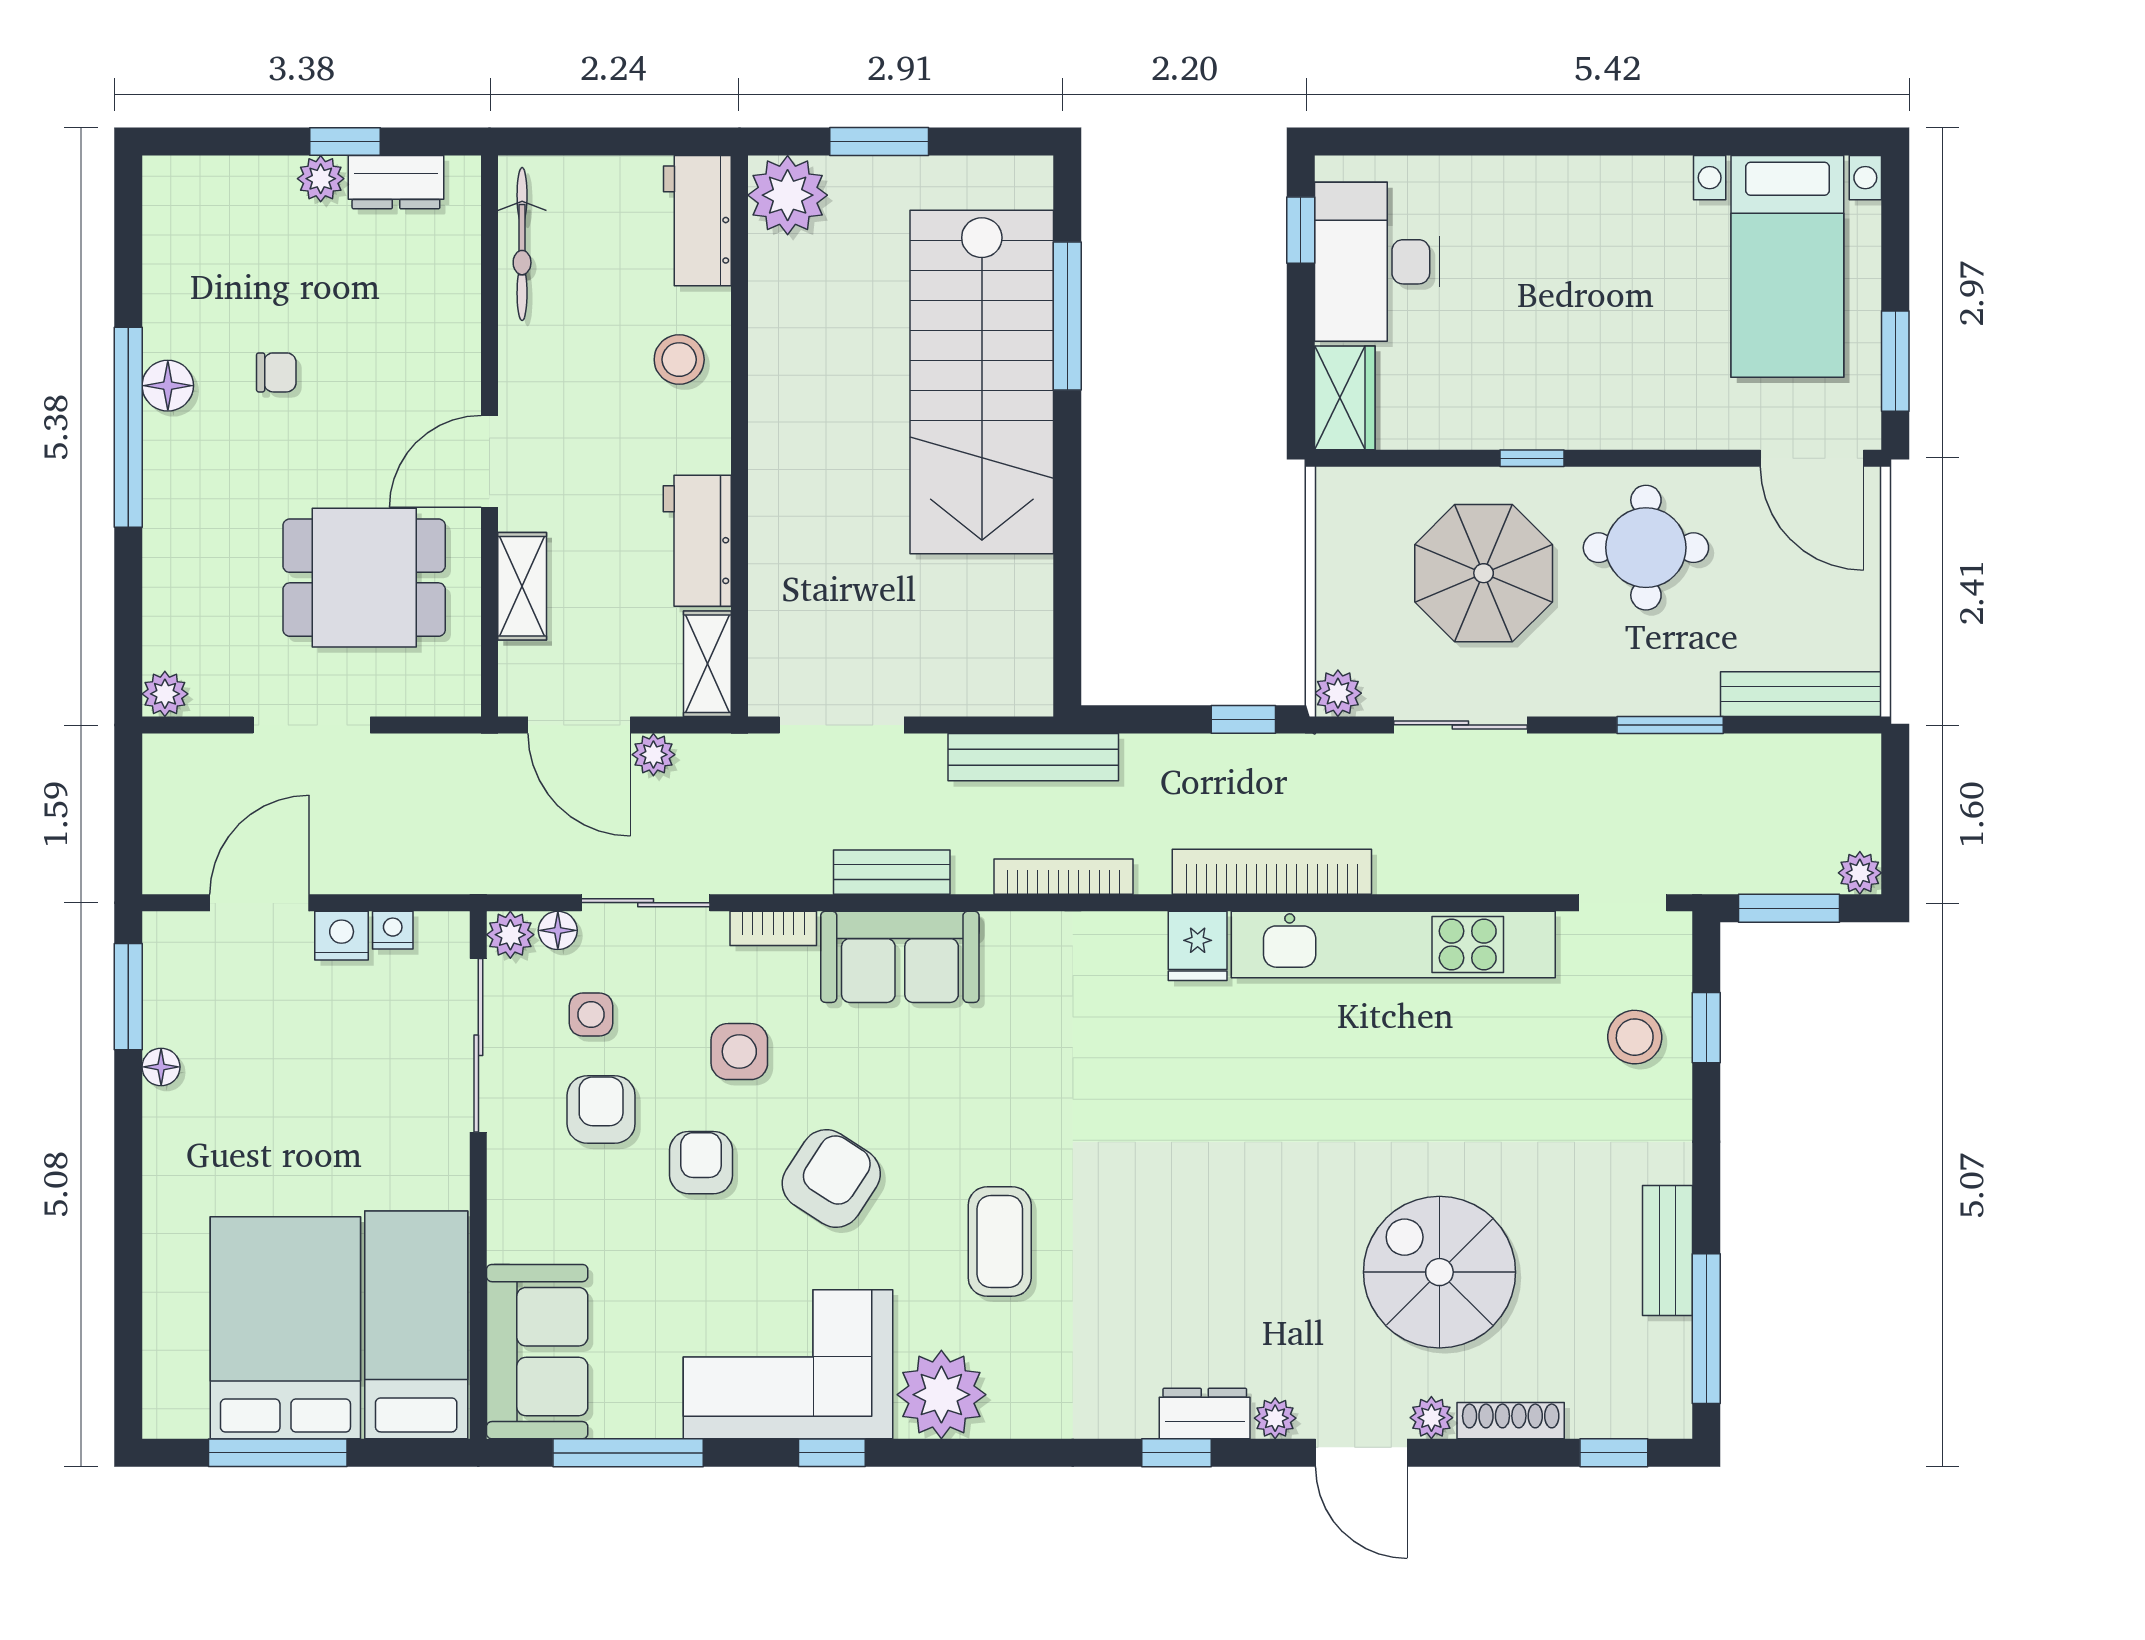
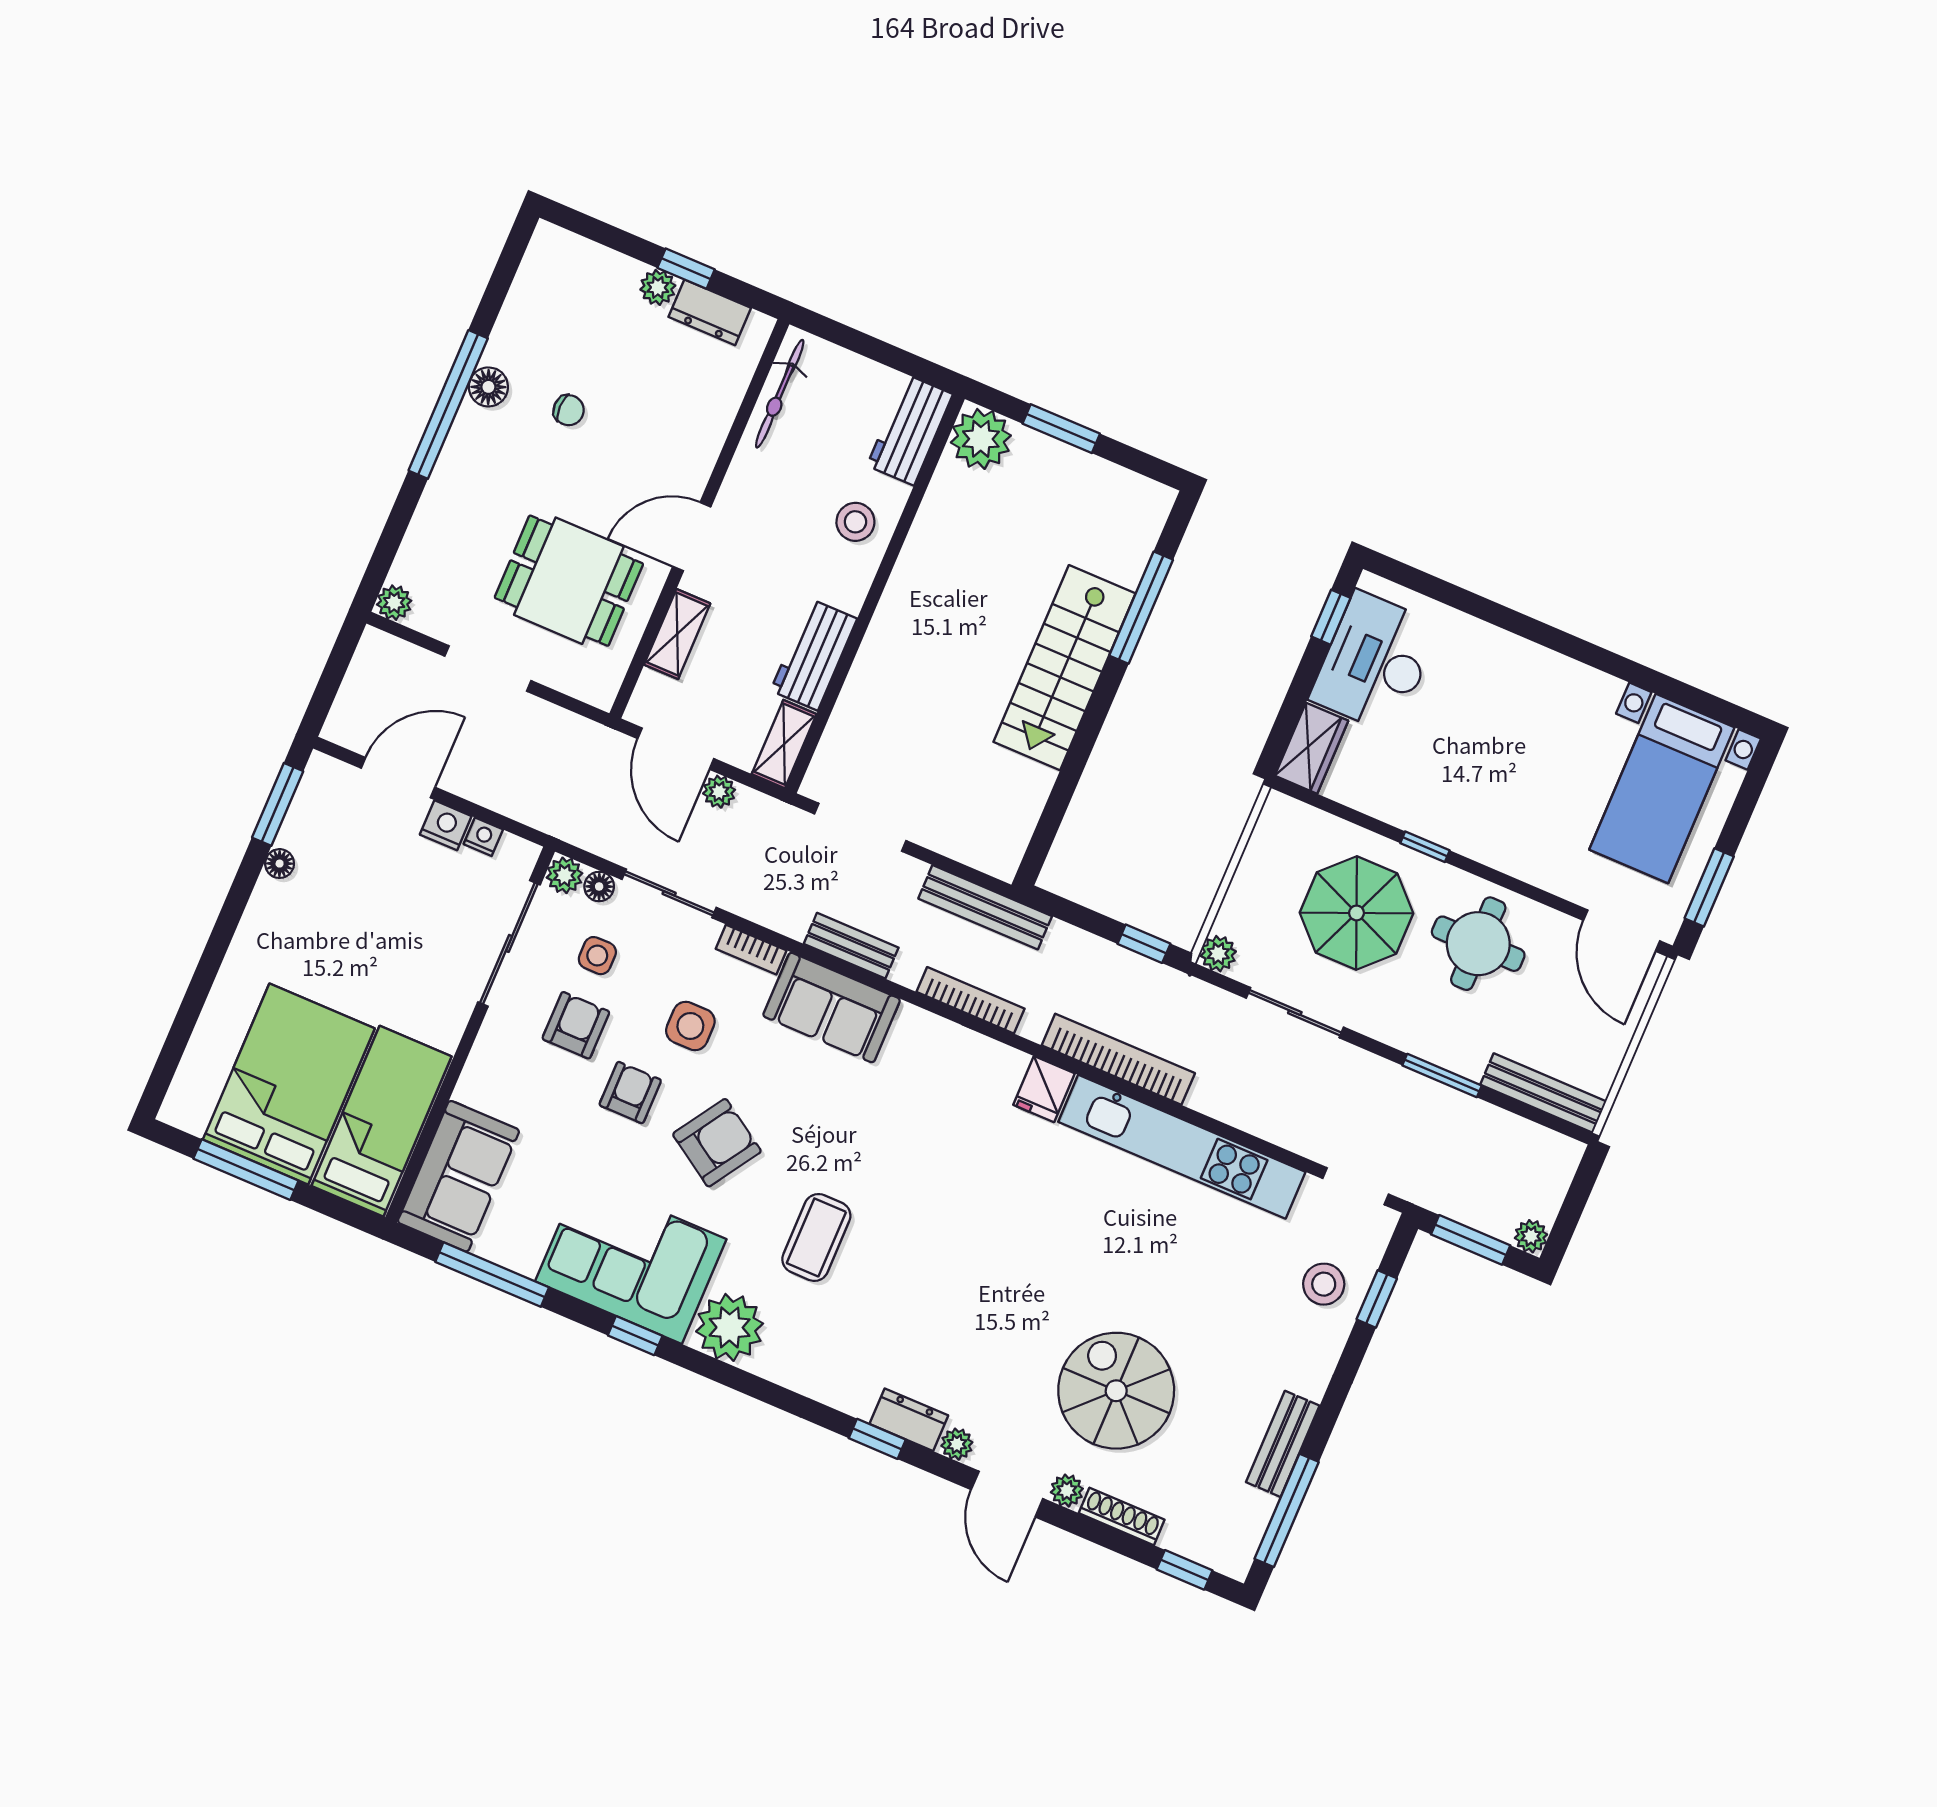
stairs: (982, 382) -> (1065, 668), width x0.73, depth x0.66

